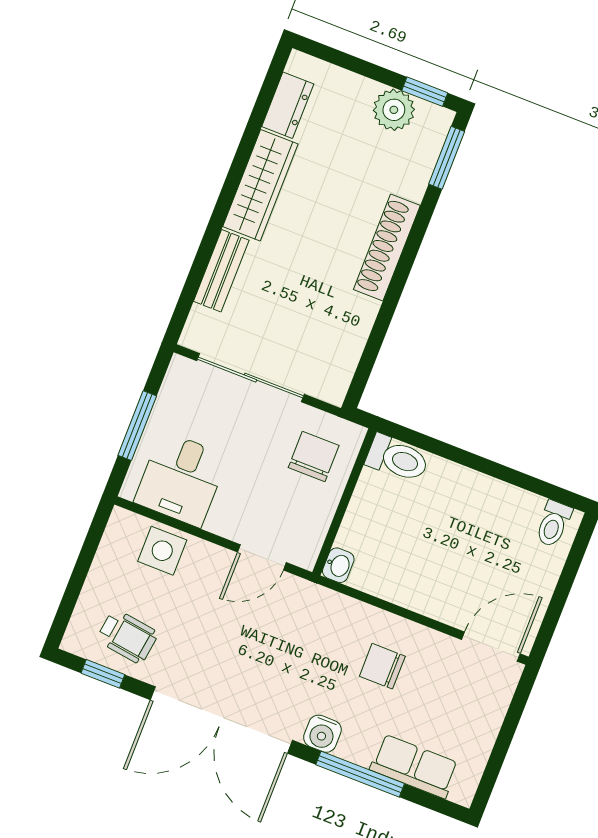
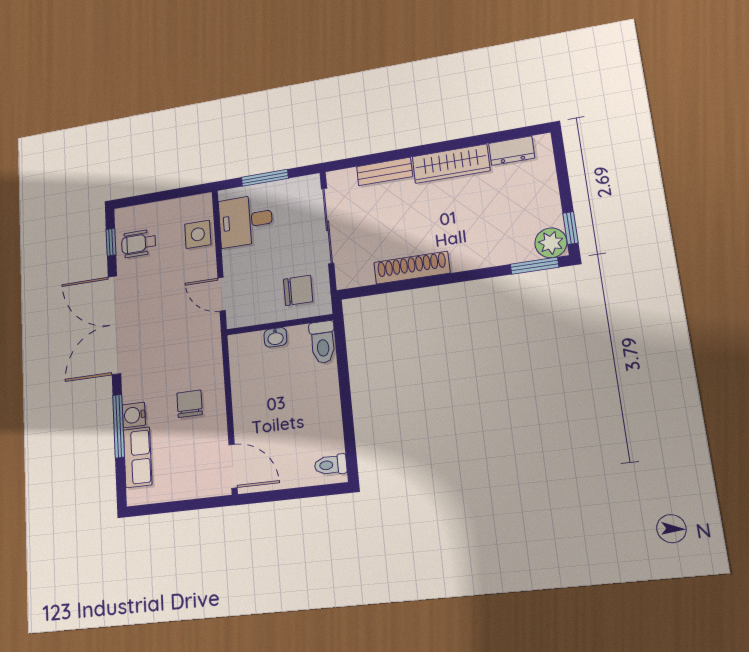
plant: (394, 110) -> (551, 243), moved
shoe rack: (387, 247) -> (412, 268), moved
washbasin: (338, 565) -> (275, 337), moved
wheelchair: (127, 636) -> (139, 243), turned 82
water cooler: (322, 734) -> (134, 415), moved

